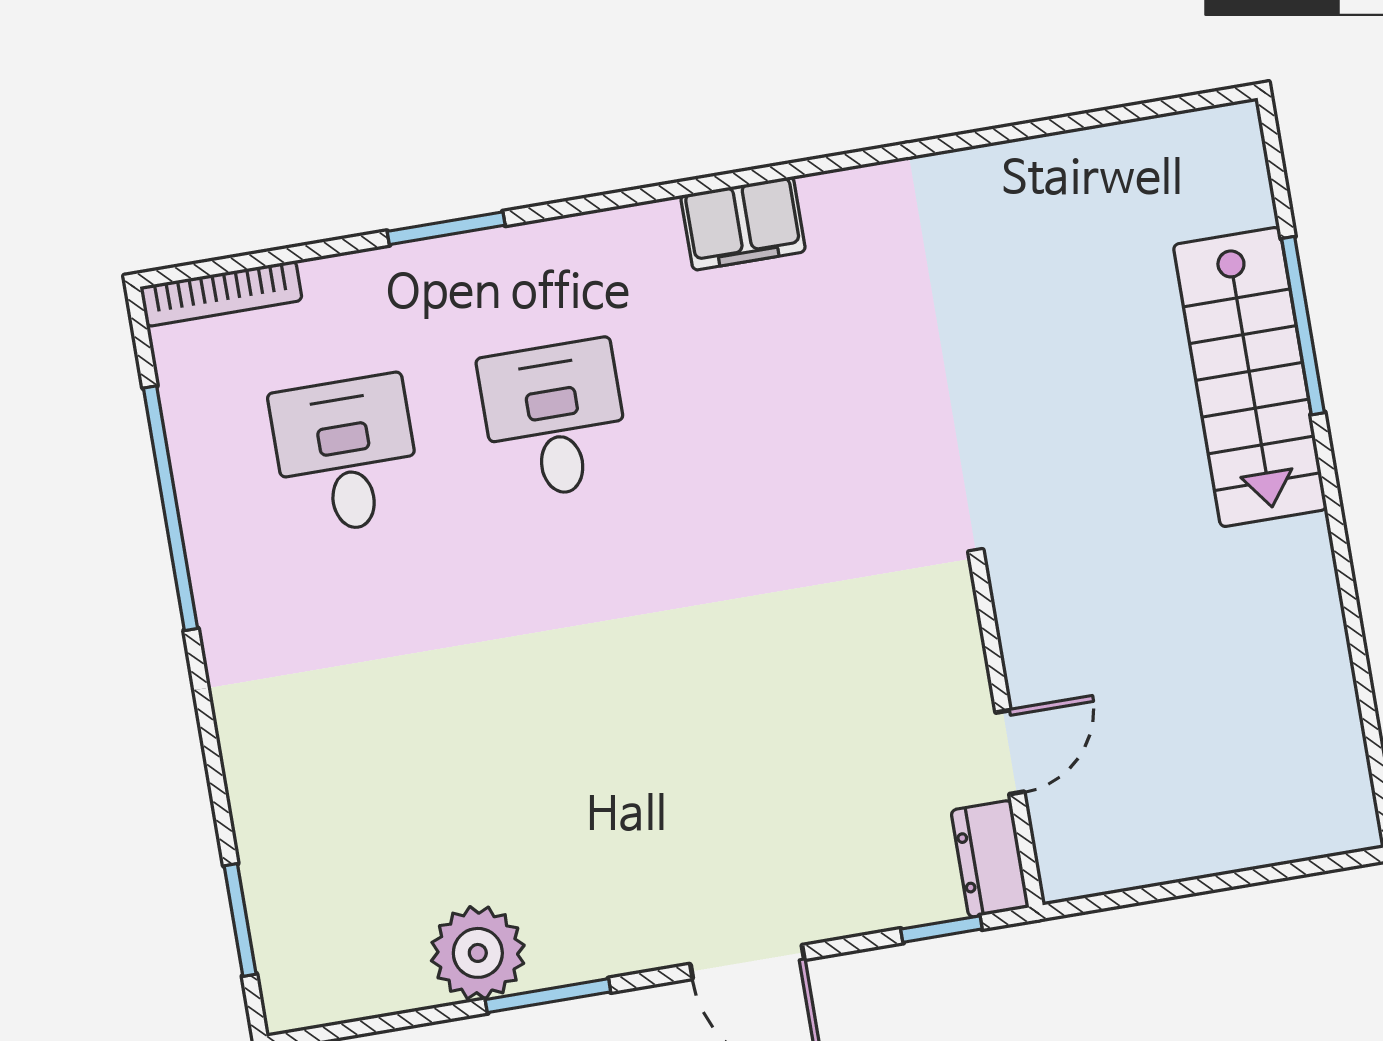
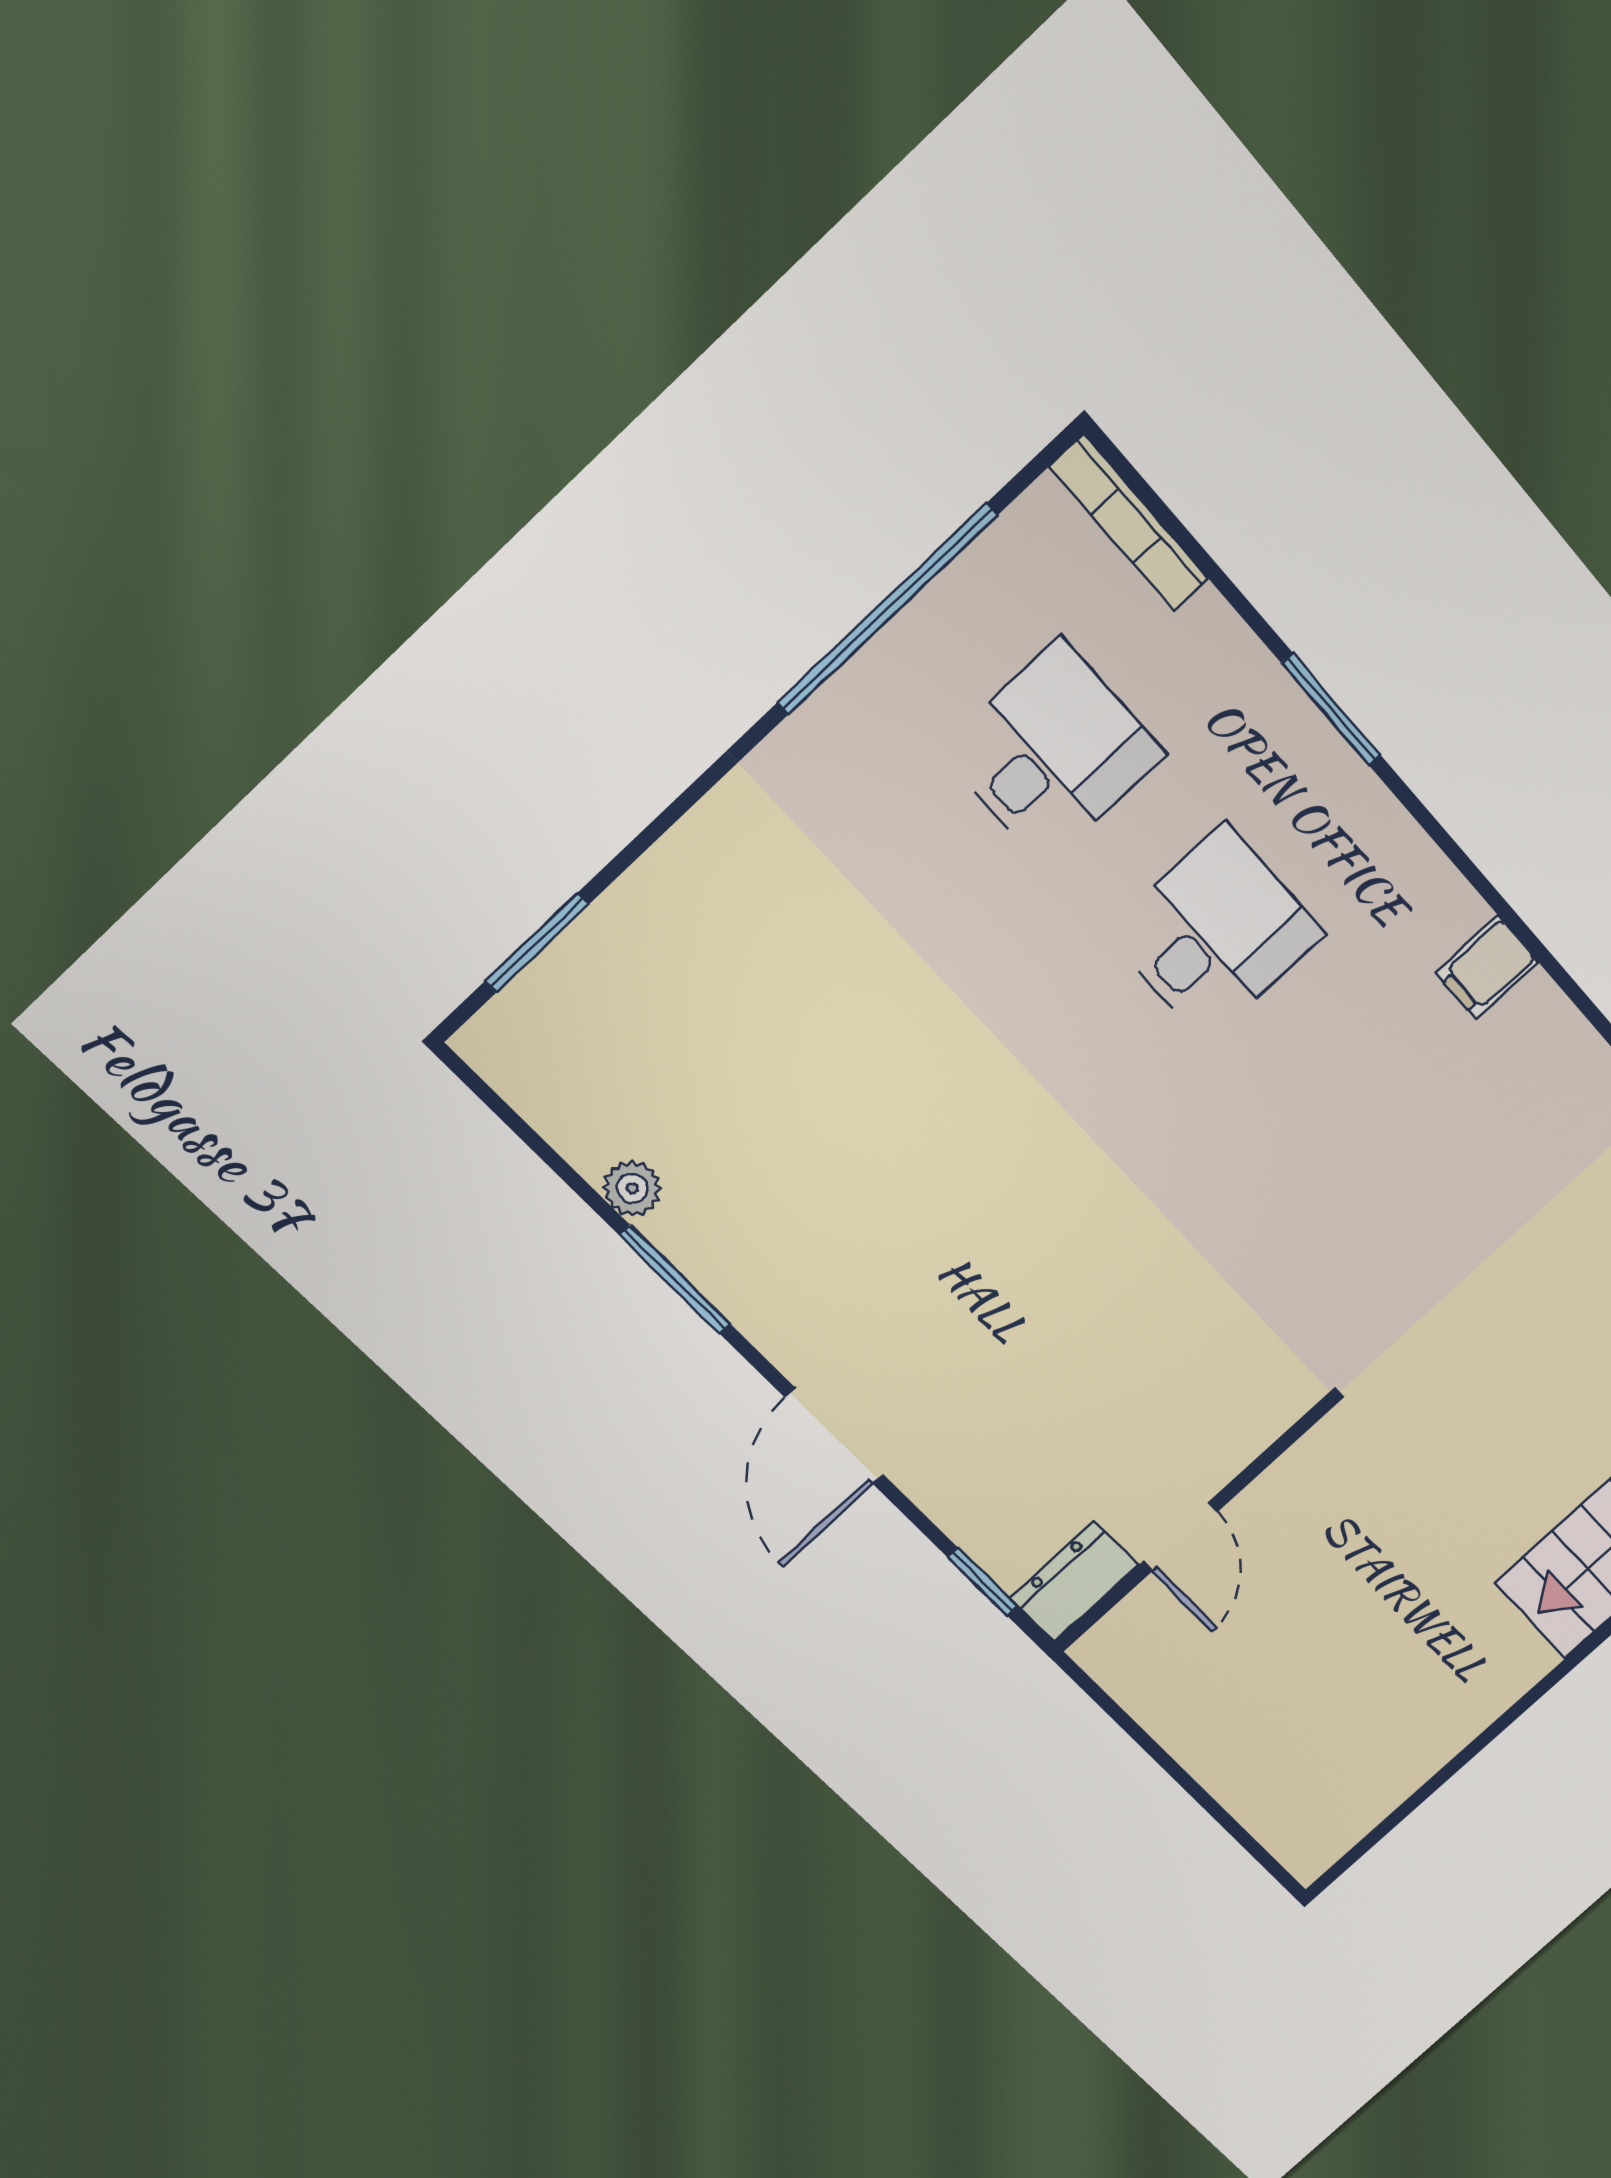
filing cabinet: (743, 224) -> (1487, 967), width x0.50
door: (1010, 752) -> (1180, 1537), hinge flipped
plant: (478, 953) -> (632, 1188), width x0.53, depth x0.53

